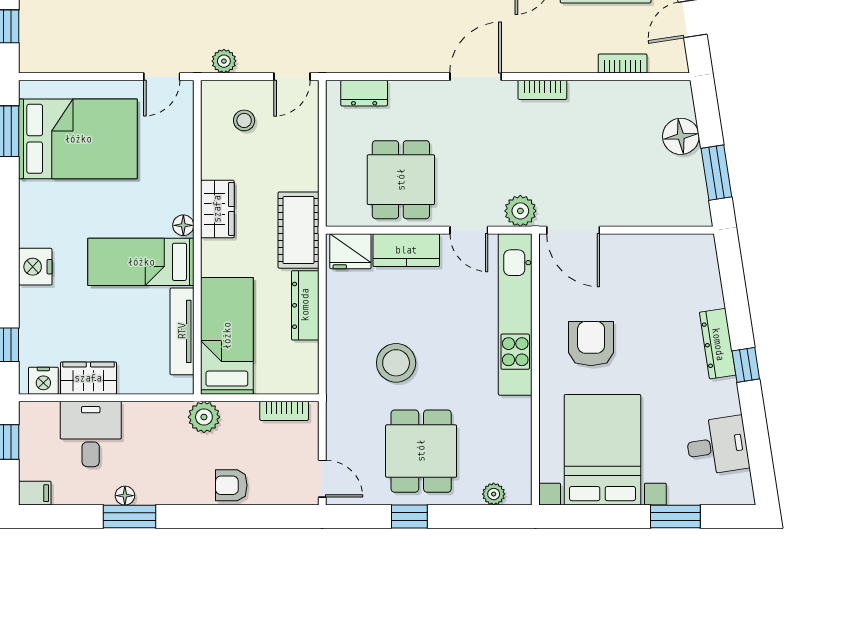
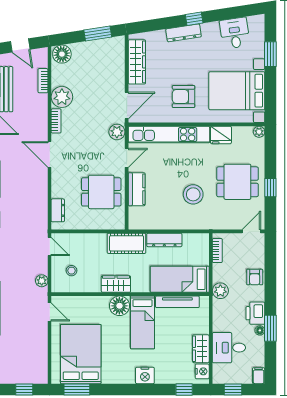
plant: (590, 101) -> (62, 97), added
floor lamp: (681, 136) -> (62, 54), moved
floor lamp: (183, 225) -> (119, 306), width x1.89, depth x1.89
fridge: (350, 251) -> (221, 135), moved, turned 90
wardrobe: (660, 251) -> (137, 62), added
printer: (159, 487) -> (255, 313), added
plant: (494, 494) -> (259, 132), moved

